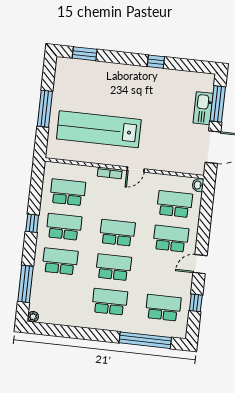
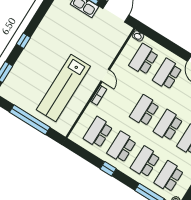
window: (156, 62) -> (23, 41), moved
window: (45, 109) -> (30, 120), width x1.46
school desk: (56, 296) -> (169, 177), added

